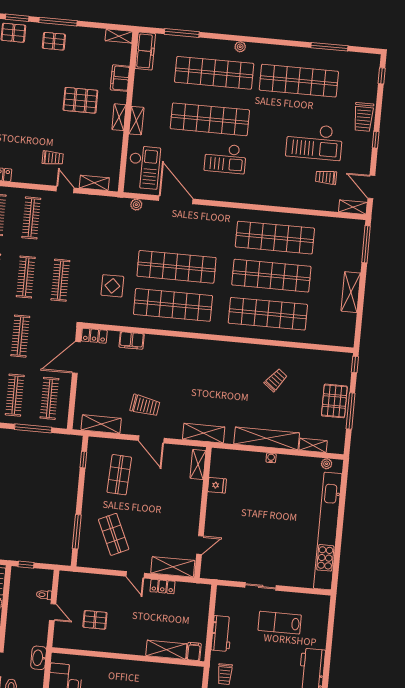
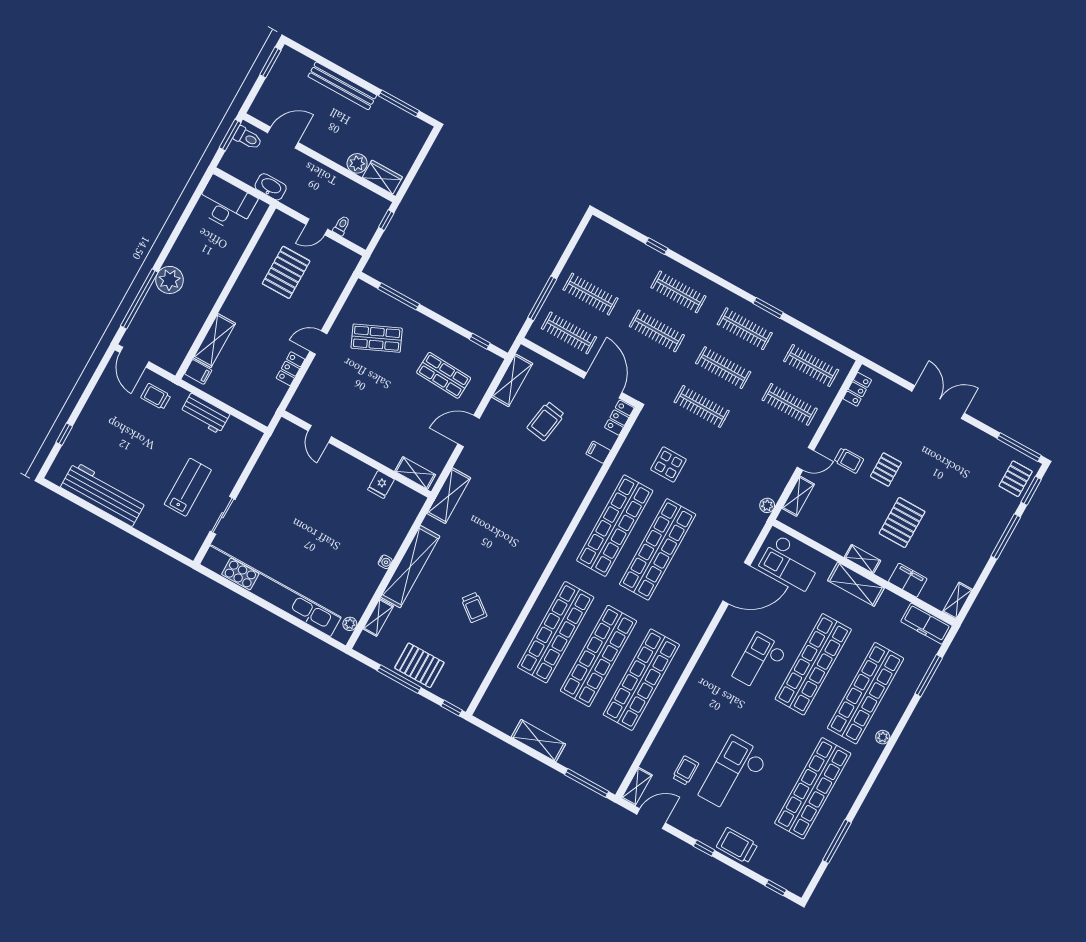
pallet: (54, 41) -> (886, 470), moved
shelving: (136, 121) -> (856, 584), width x1.50, depth x1.33
trolley: (53, 158) -> (849, 460), turned -90
plant: (136, 205) -> (767, 505), moved
filing cabinet: (132, 340) -> (598, 452), width x0.50
trolley: (145, 406) -> (546, 421), moved
shelving: (173, 567) -> (308, 391), removed
sliding door: (261, 586) -> (223, 515), moved
pallet: (95, 620) -> (286, 272), width x1.50, depth x1.42

